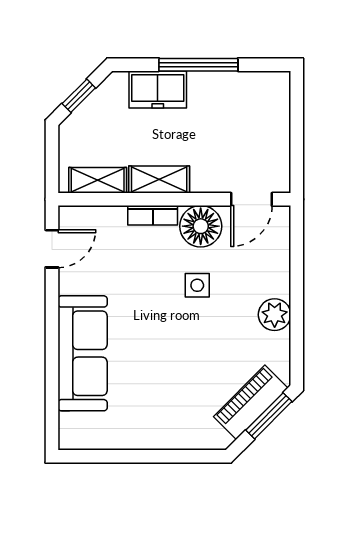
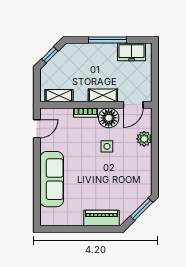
freezer: (158, 89) -> (132, 52), moved
shelving: (159, 180) -> (103, 95), moved
plant: (275, 315) -> (144, 139), moved
piano: (251, 402) -> (101, 218), moved, turned 45

